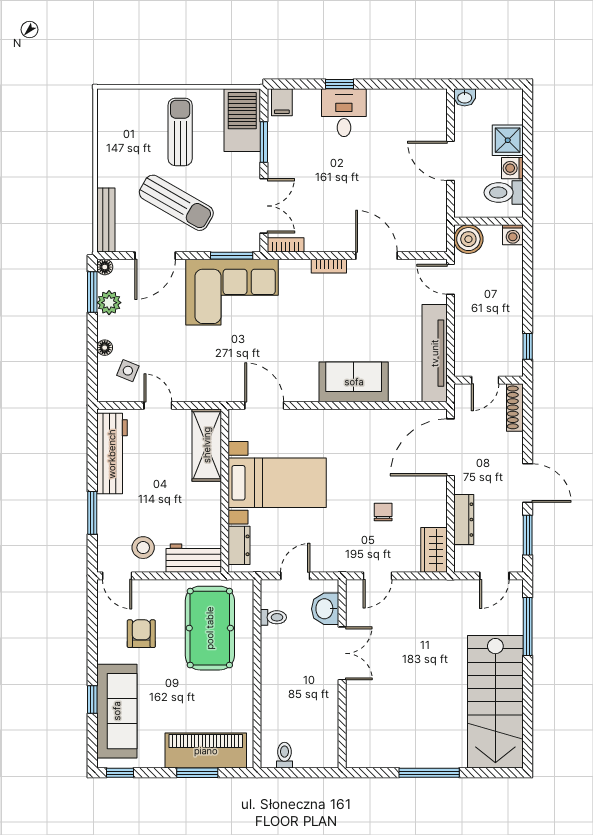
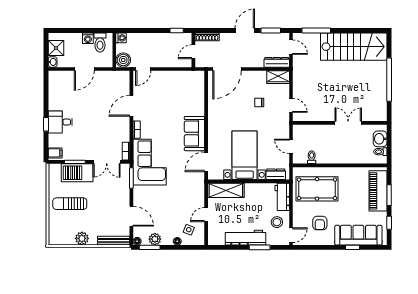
barbecue: (242, 120) -> (77, 173), moved
shower: (508, 140) -> (56, 48), moved
plant: (110, 156) -> (82, 238), added
sun lounger: (176, 203) -> (105, 206), removed
double door: (264, 206) -> (107, 162), swing flipped
corner sofa: (232, 292) -> (150, 162), moved
tv unit: (435, 353) -> (180, 77), removed
door: (485, 380) -> (193, 52), swing flipped
sofa: (354, 382) -> (194, 134), moved
door: (450, 447) -> (227, 69), hinge flipped
workbench: (112, 454) -> (246, 238), moved
dresser: (464, 520) -> (277, 62), moved
washbasin: (325, 609) -> (380, 139), moved, turned 90
armchair: (141, 634) -> (320, 223), turned -90
double door: (342, 653) -> (348, 123), moved
window: (120, 773) -> (389, 223), moved
window: (429, 773) -> (389, 80), width x1.46

